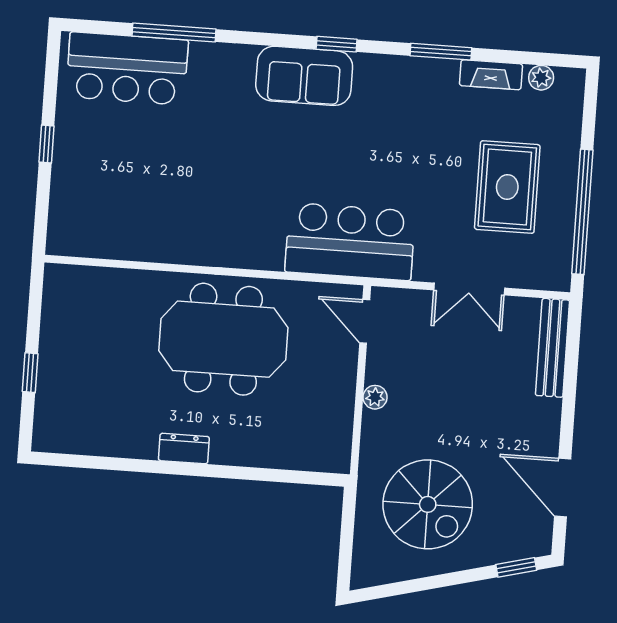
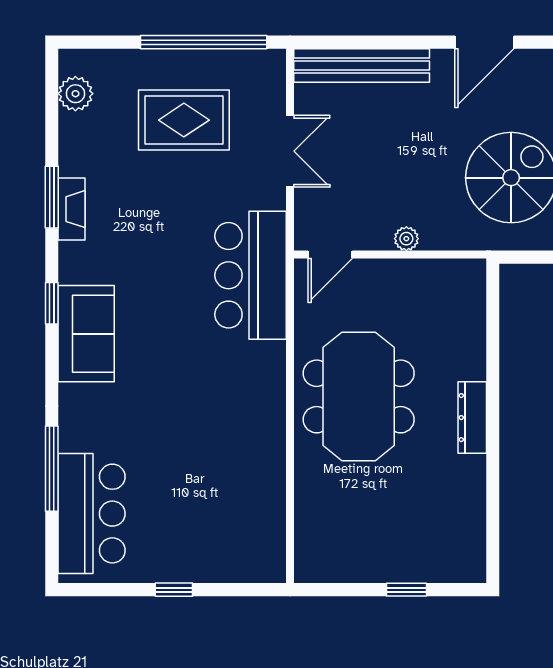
fireplace: (491, 75) -> (71, 209), moved
plant: (541, 78) -> (75, 94), width x1.38, depth x1.38
bench: (553, 348) -> (362, 66), width x1.37, depth x1.21
dresser: (184, 449) -> (472, 418), width x1.44

